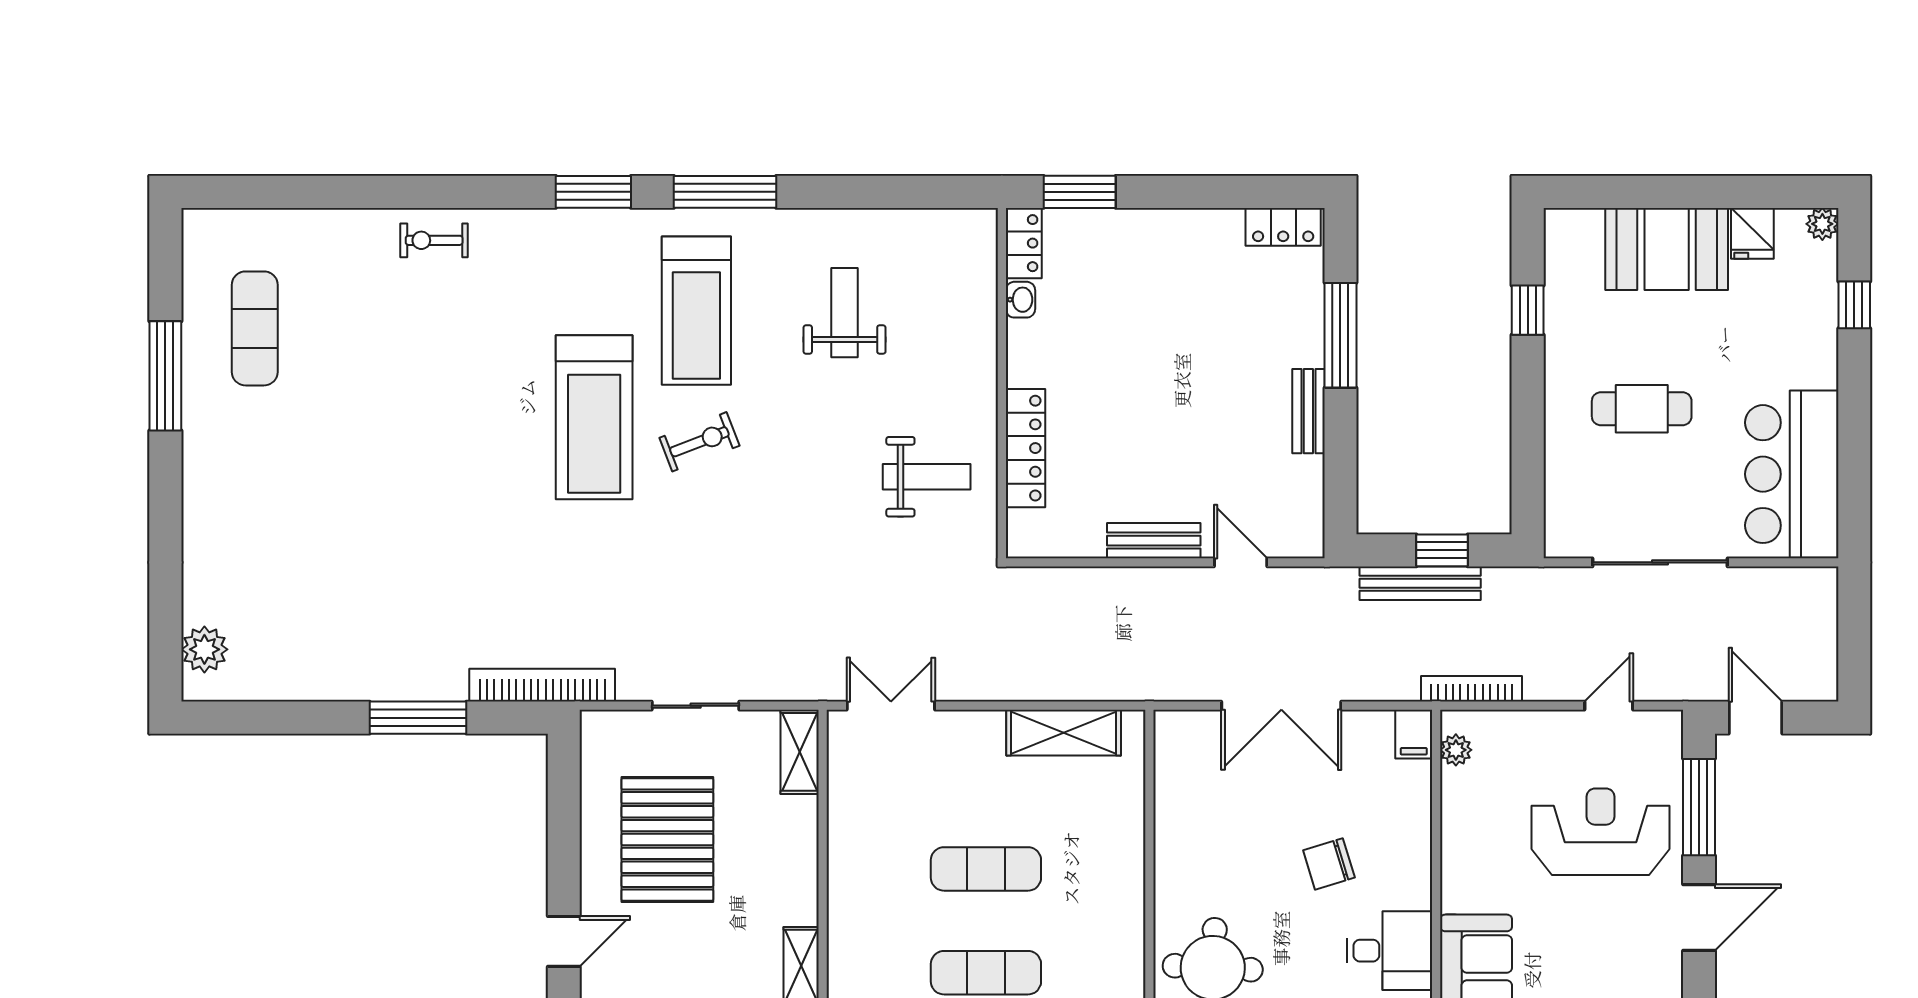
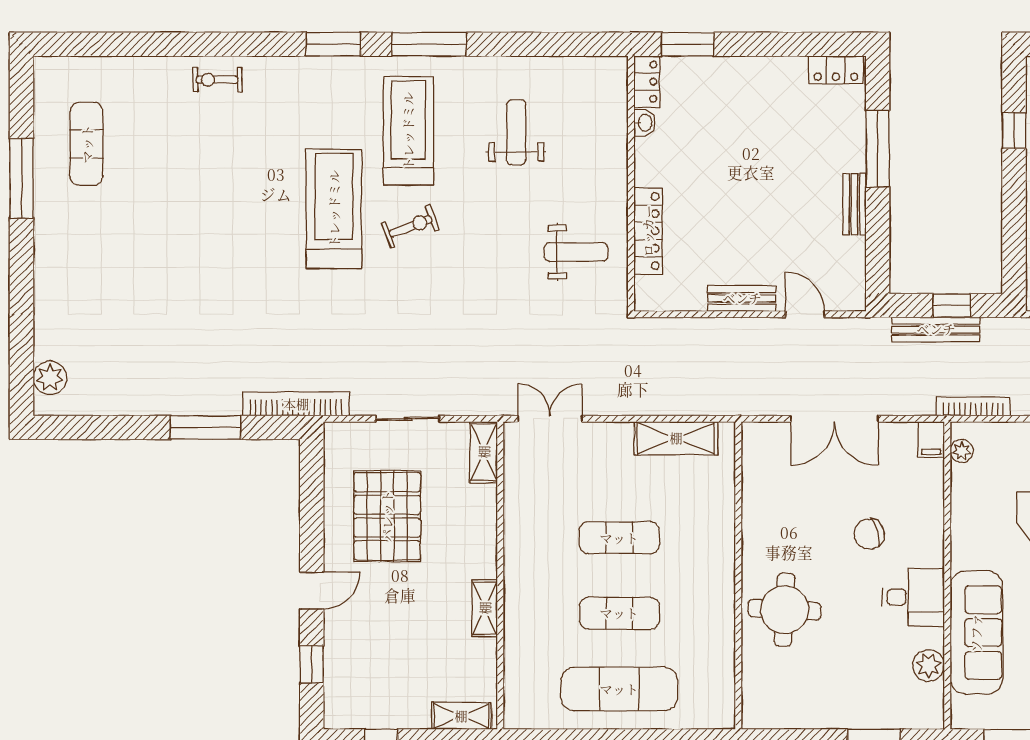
treadmill: (696, 311) -> (408, 131), turned 180
treadmill: (594, 417) -> (334, 209), turned 180

